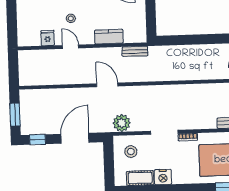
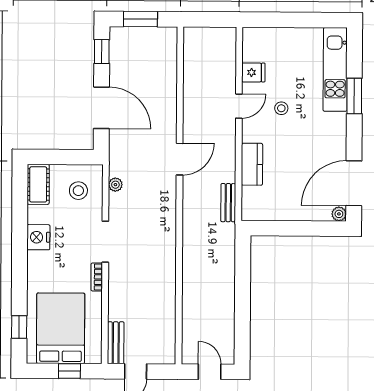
plant: (122, 123) -> (115, 185), width x0.53, depth x0.53
cot: (140, 178) -> (38, 184), moved

